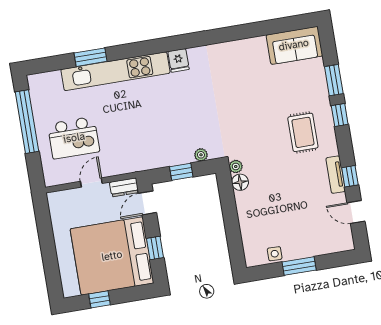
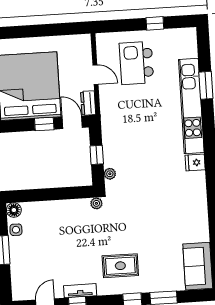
window: (27, 122) -> (155, 23), width x0.32
floor lamp: (240, 182) -> (14, 210), moved
window: (155, 248) -> (44, 124), moved

